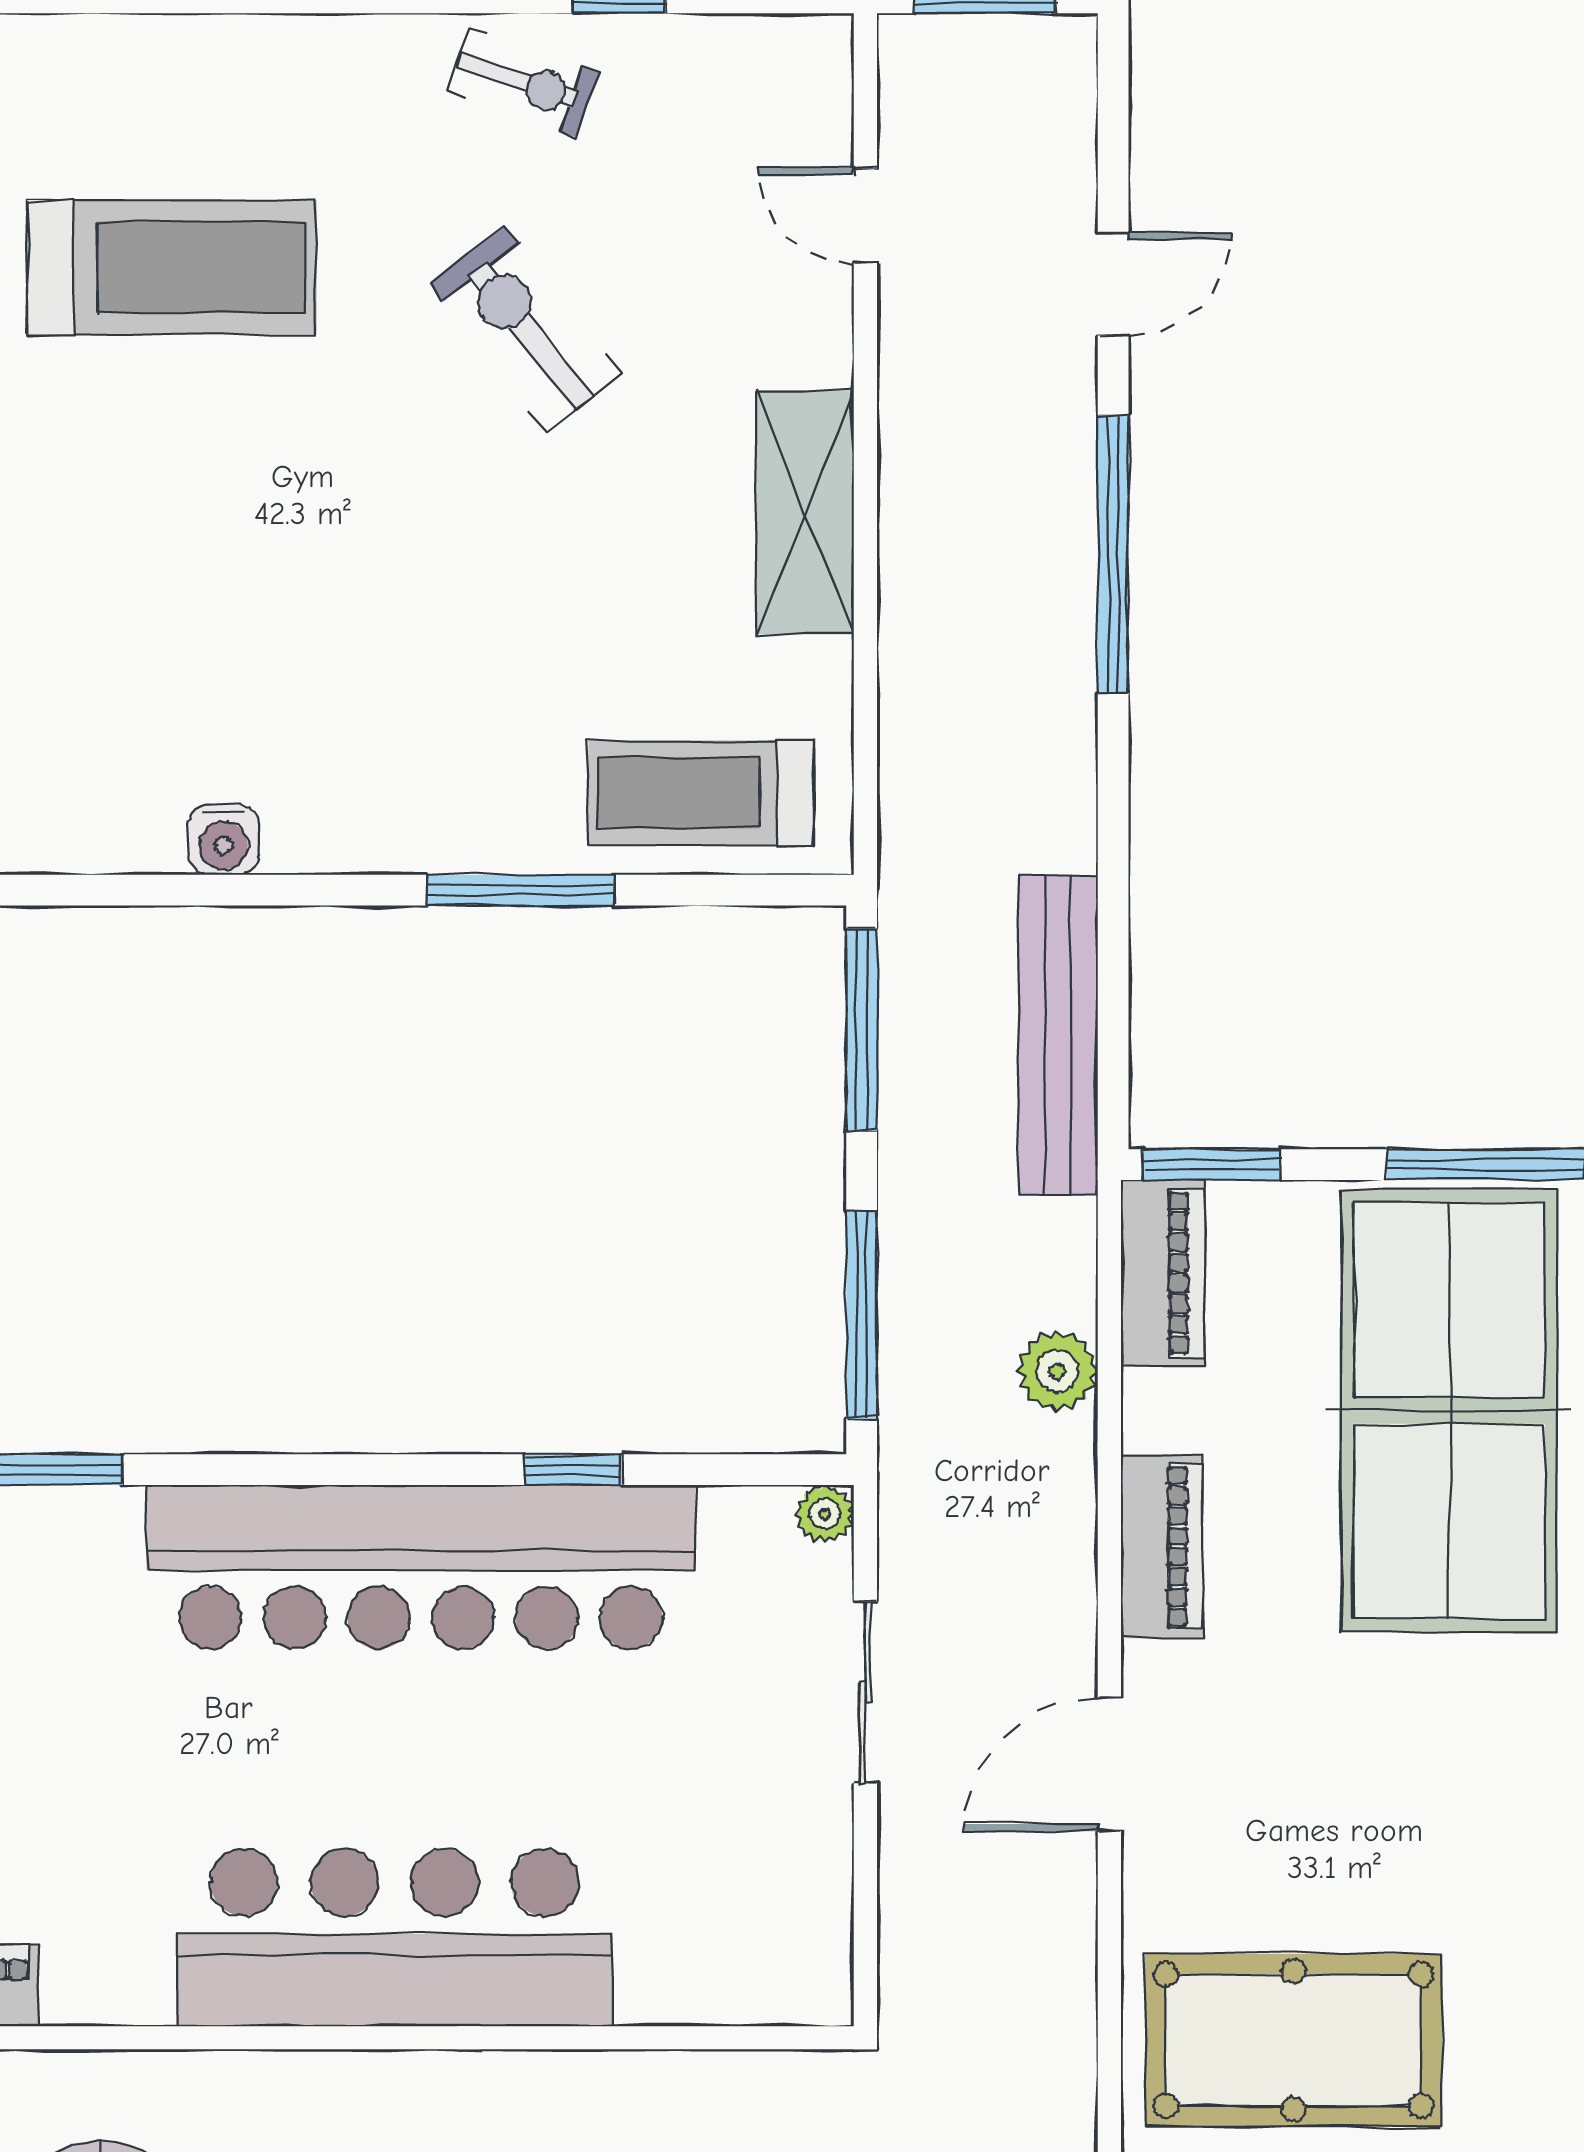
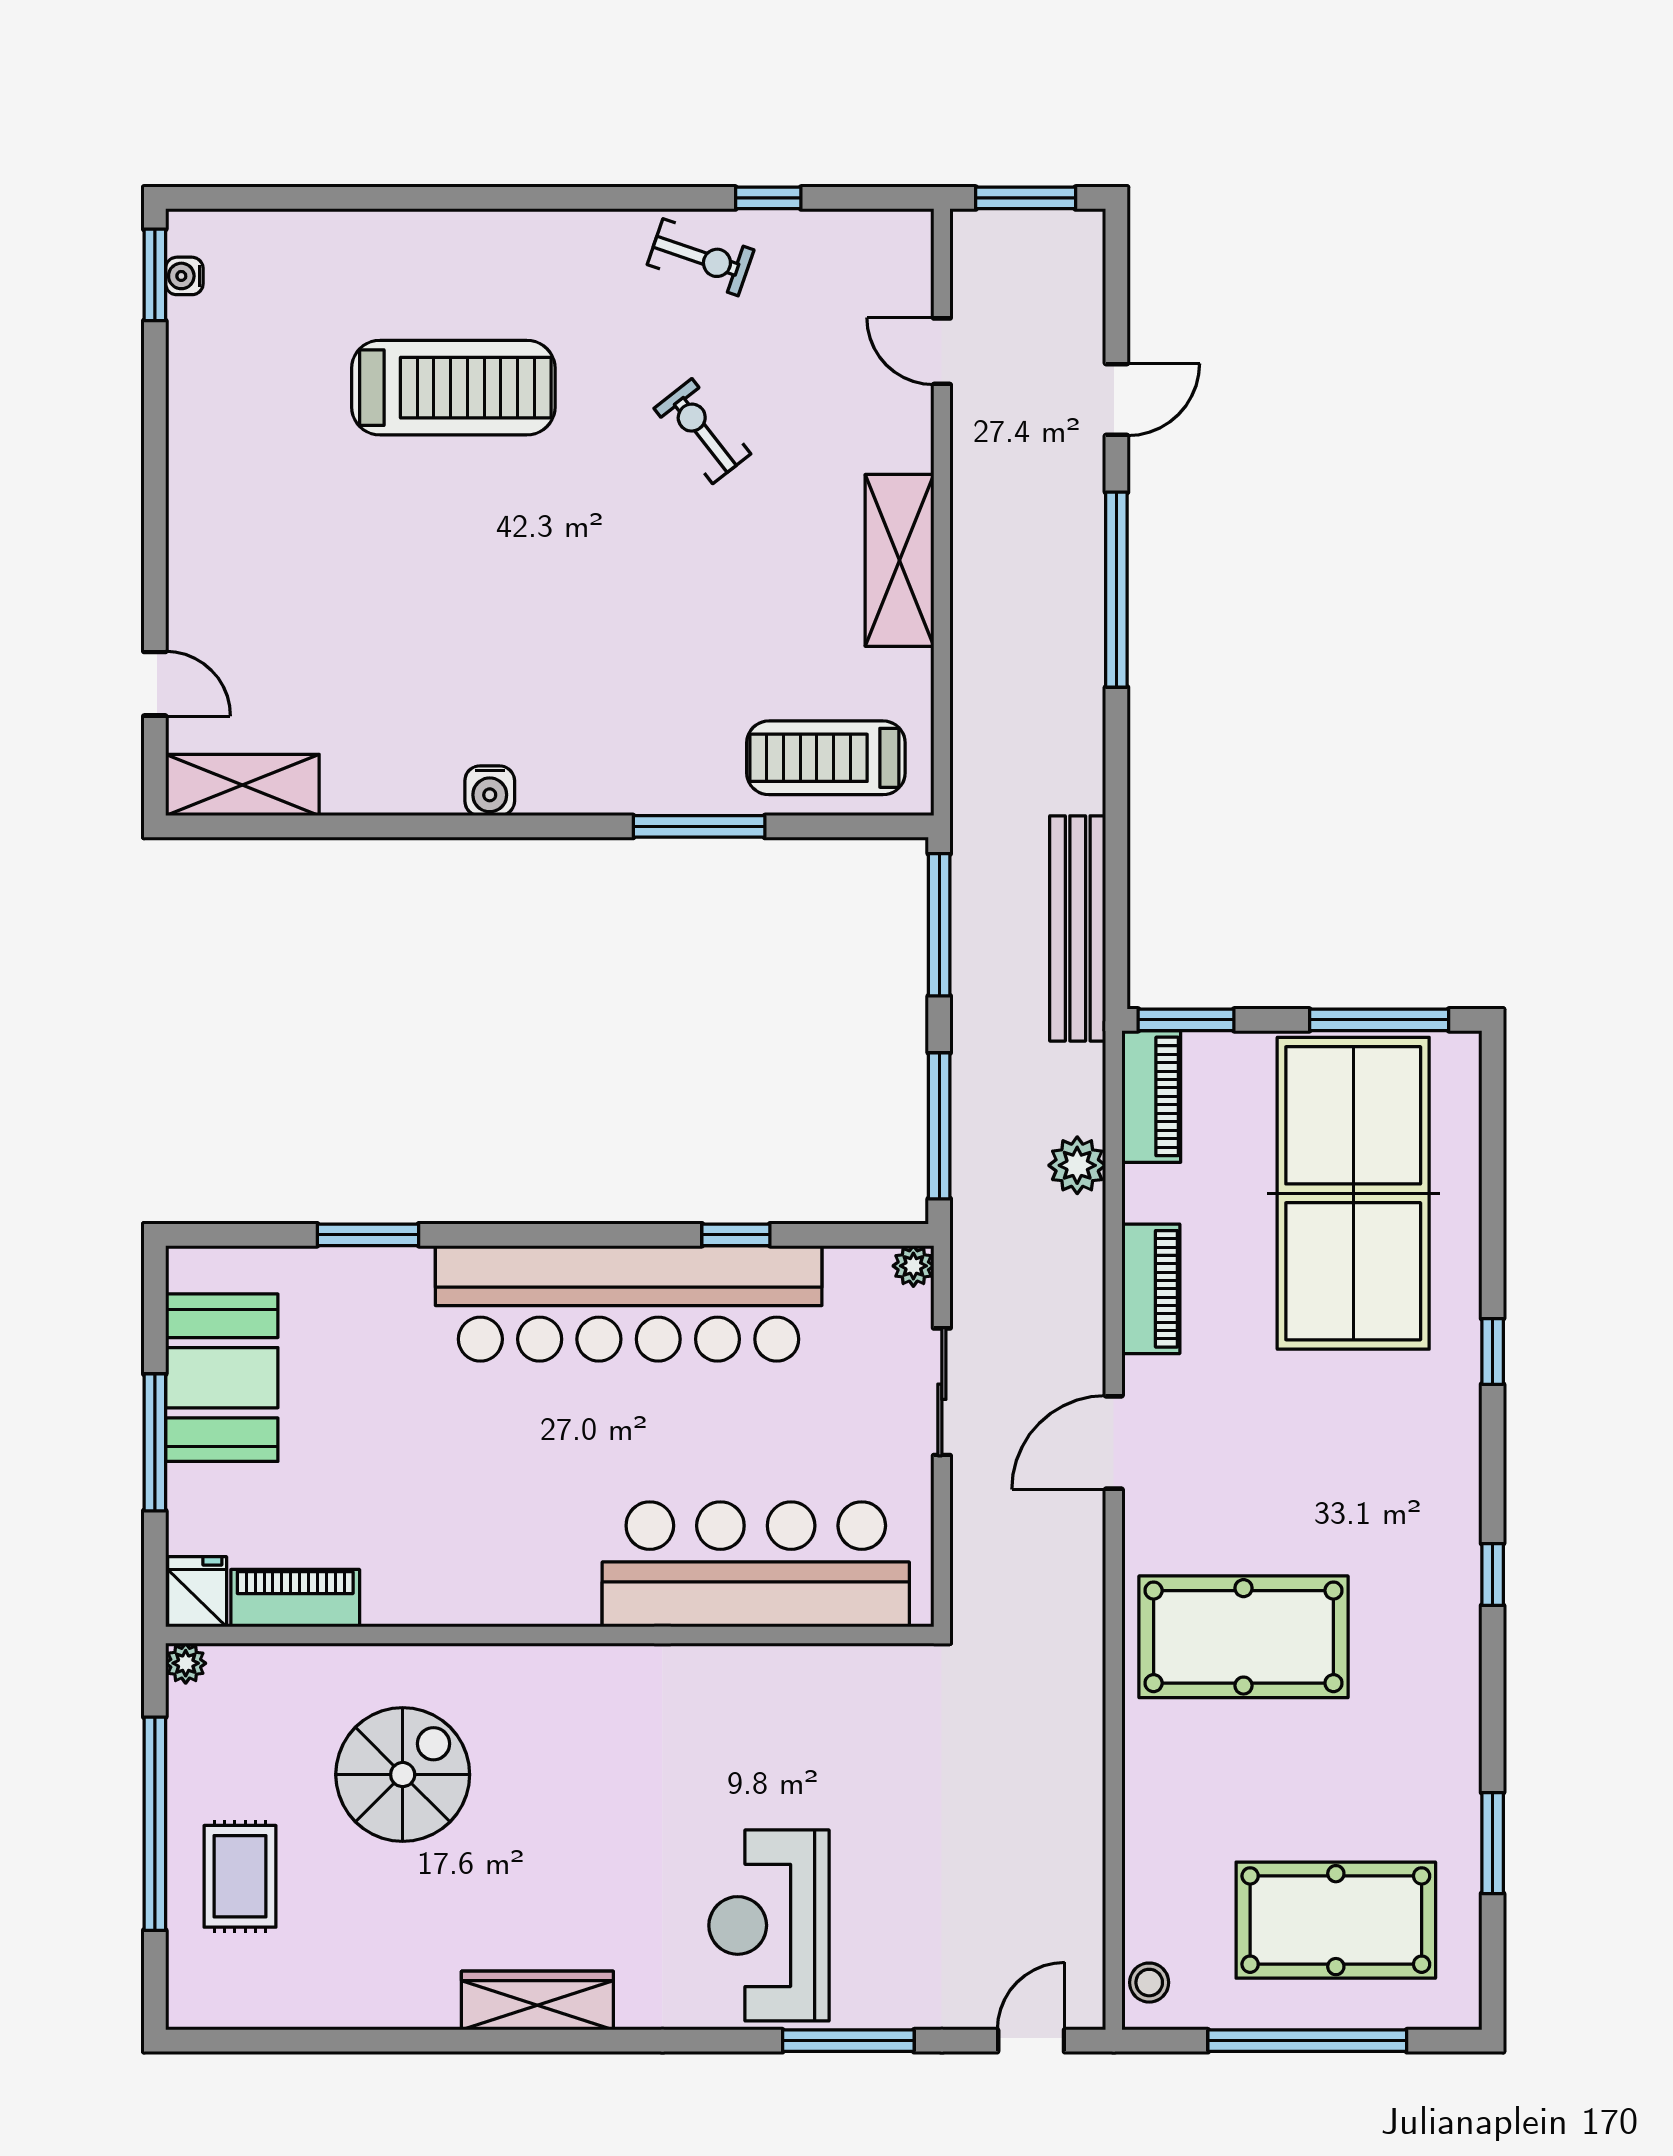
exercise bike: (525, 329) -> (702, 431), width x0.73, depth x0.72
bar counter: (395, 1937) -> (756, 1564), moved

